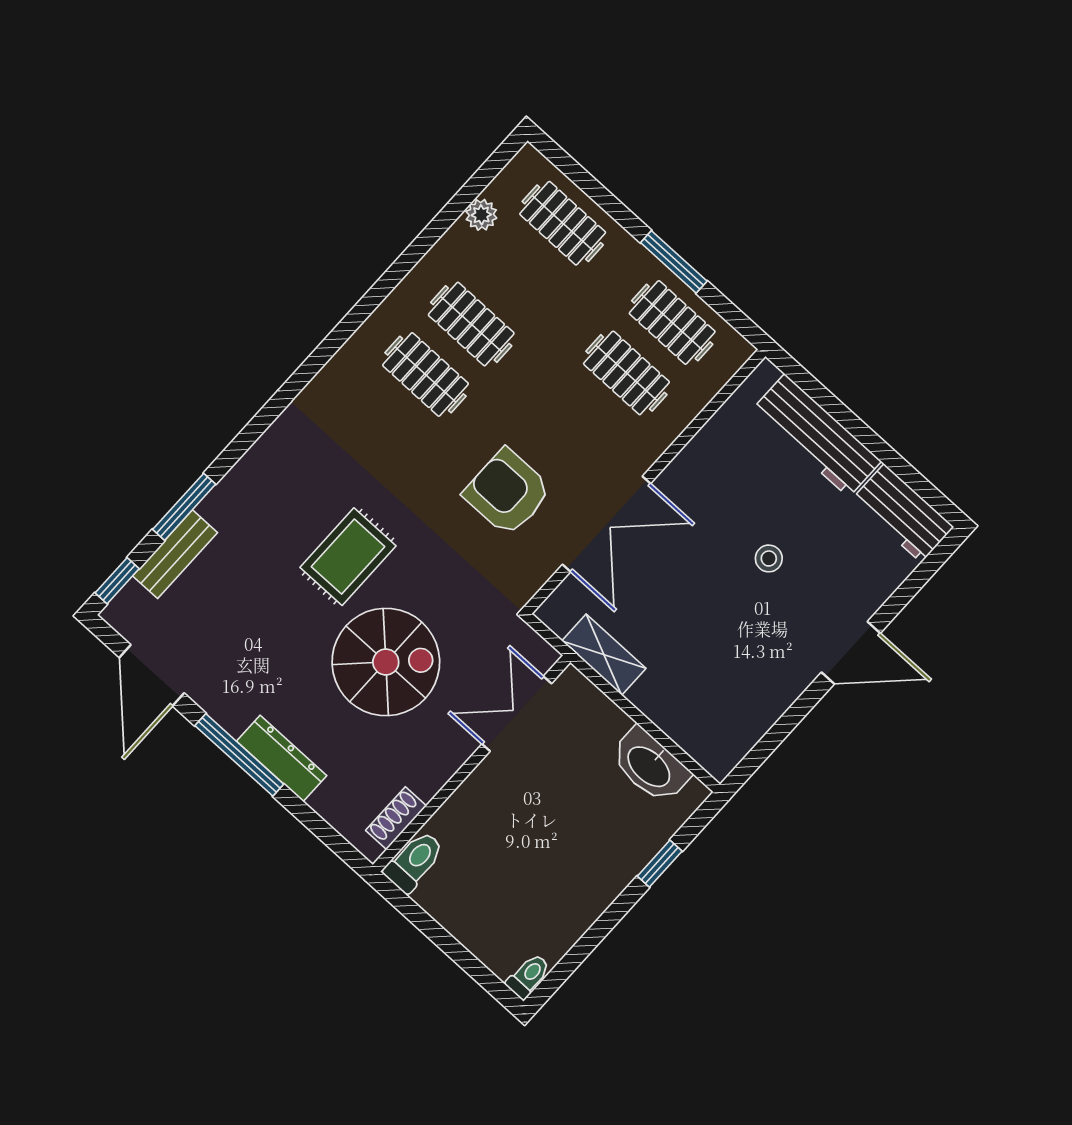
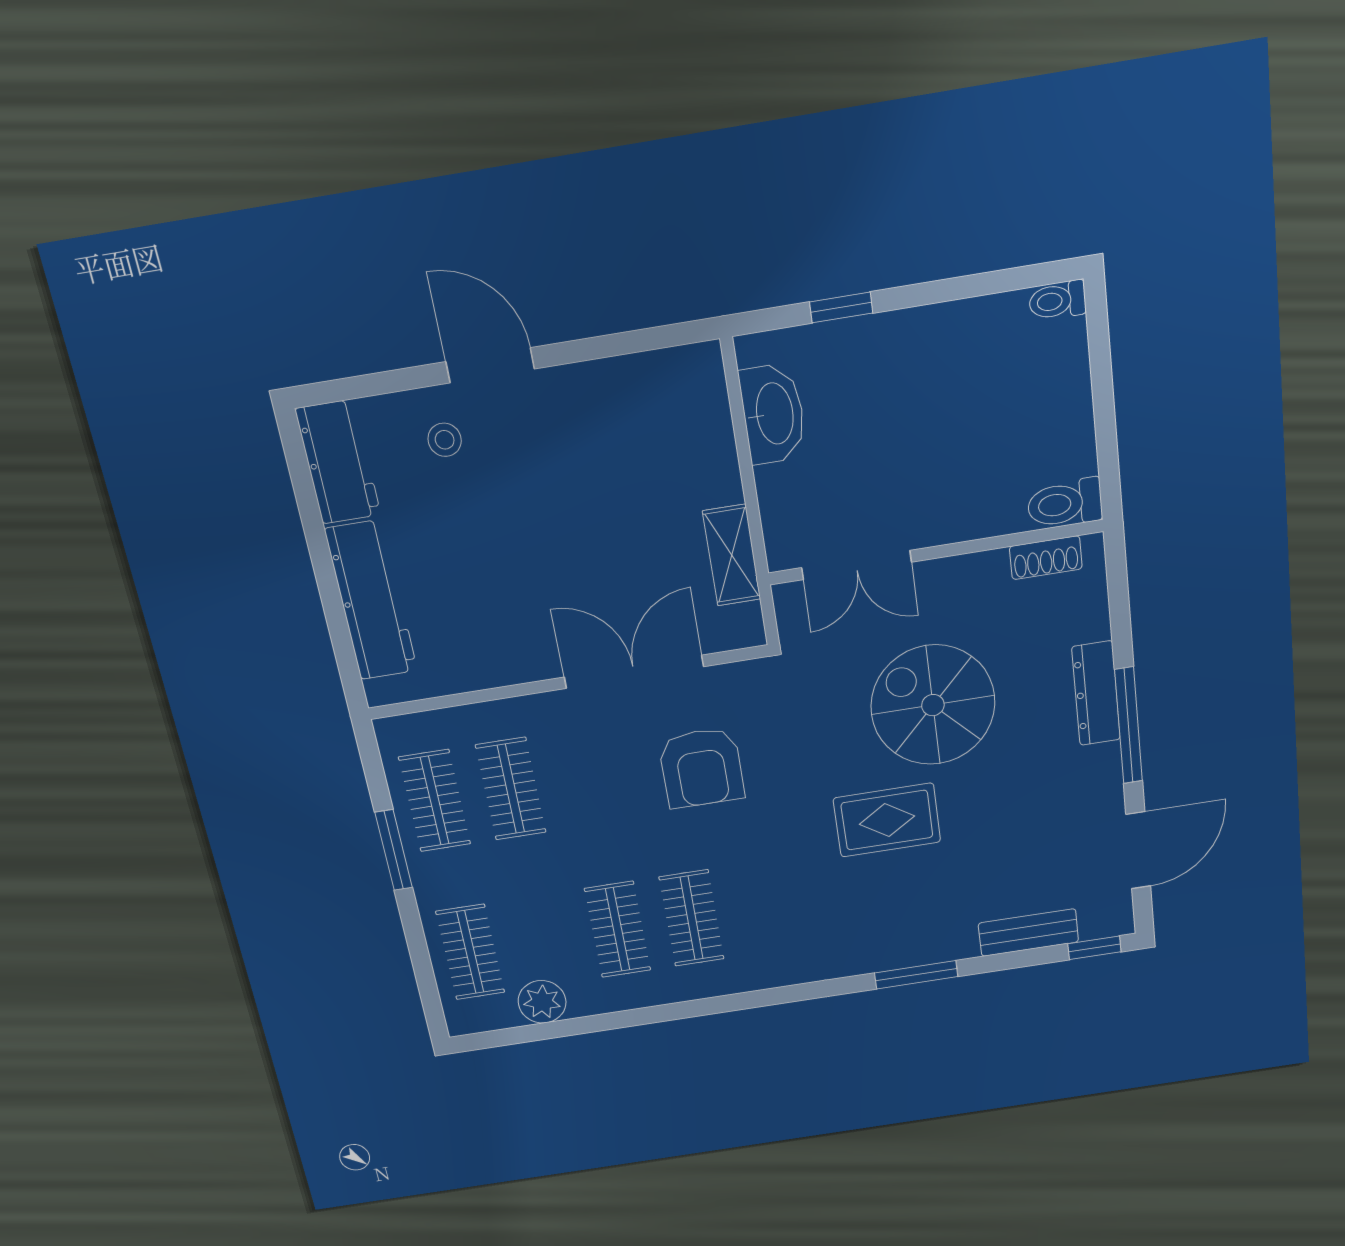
plant: (481, 215) -> (542, 1002), width x1.38, depth x1.38
window: (184, 507) -> (916, 975), moved
stool: (769, 558) -> (445, 440), moved

